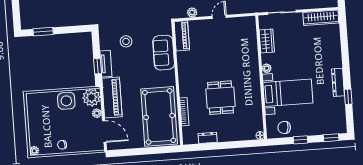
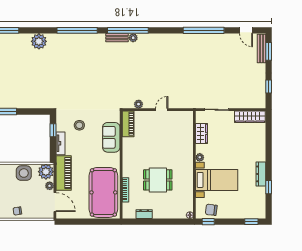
window: (97, 66) -> (53, 130), moved
dining table: (220, 98) -> (158, 180), turned 90
window: (300, 140) -> (208, 222), moved

